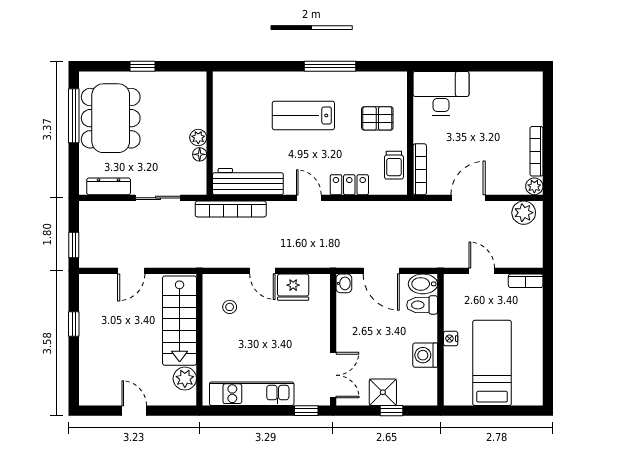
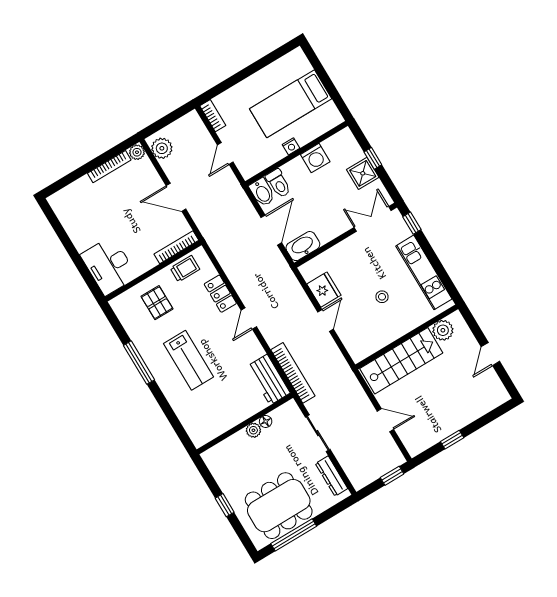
workbench: (248, 182) -> (269, 380), width x0.73
washbasin: (344, 283) -> (303, 246), width x1.91, depth x1.45
stool: (230, 307) -> (382, 297), moved

